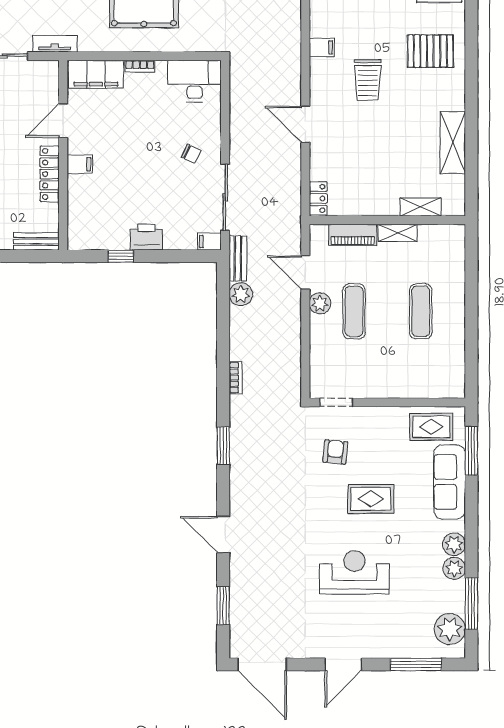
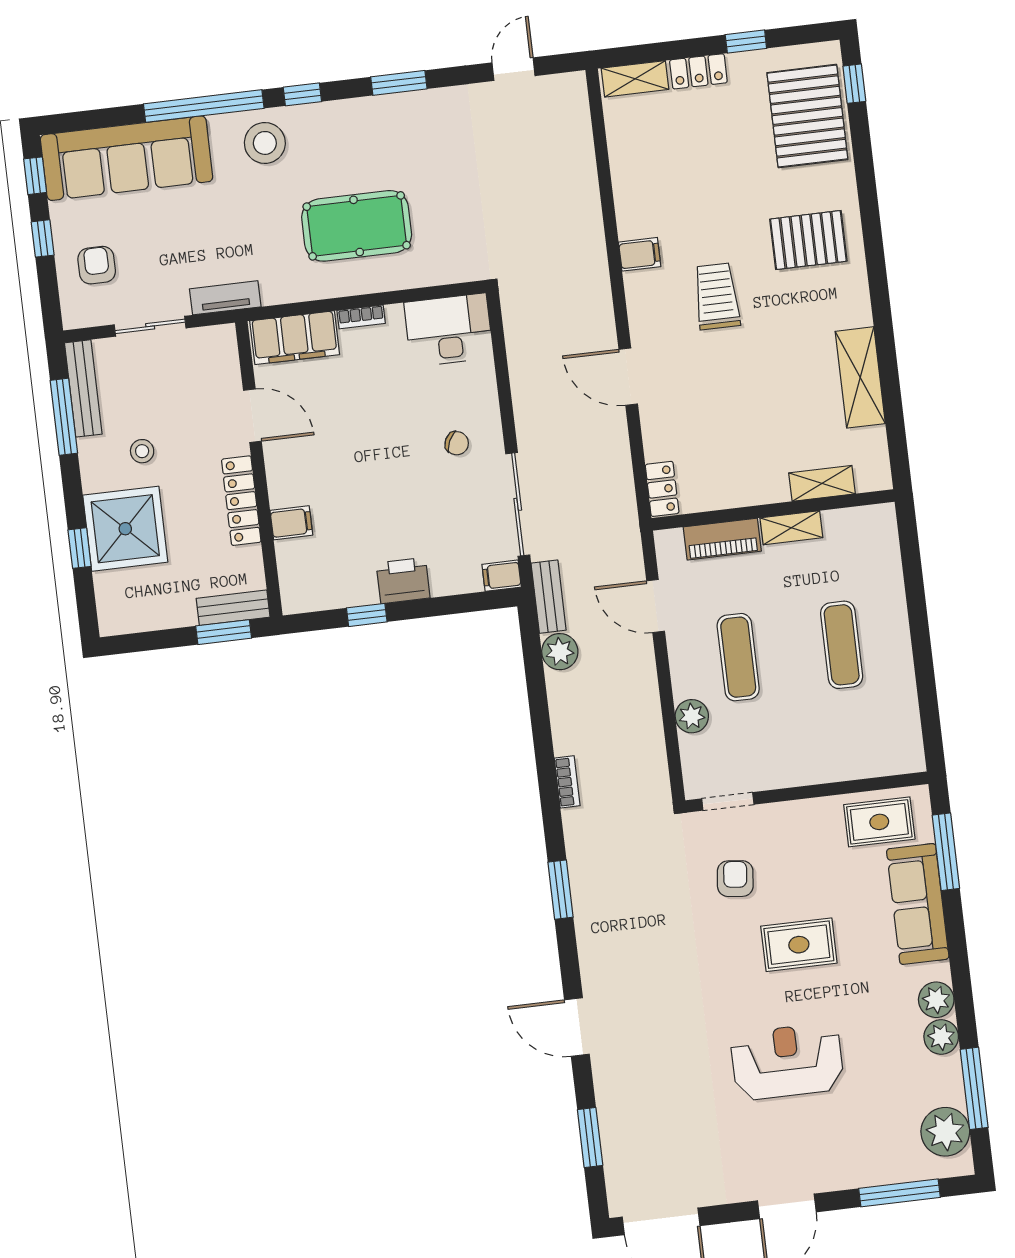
trolley: (368, 80) -> (717, 296), turned 180
door: (63, 121) -> (252, 416), swing flipped
filing cabinet: (80, 164) -> (291, 523), moved
window: (28, 256) -> (224, 632), added
plant: (320, 303) -> (692, 716), moved

